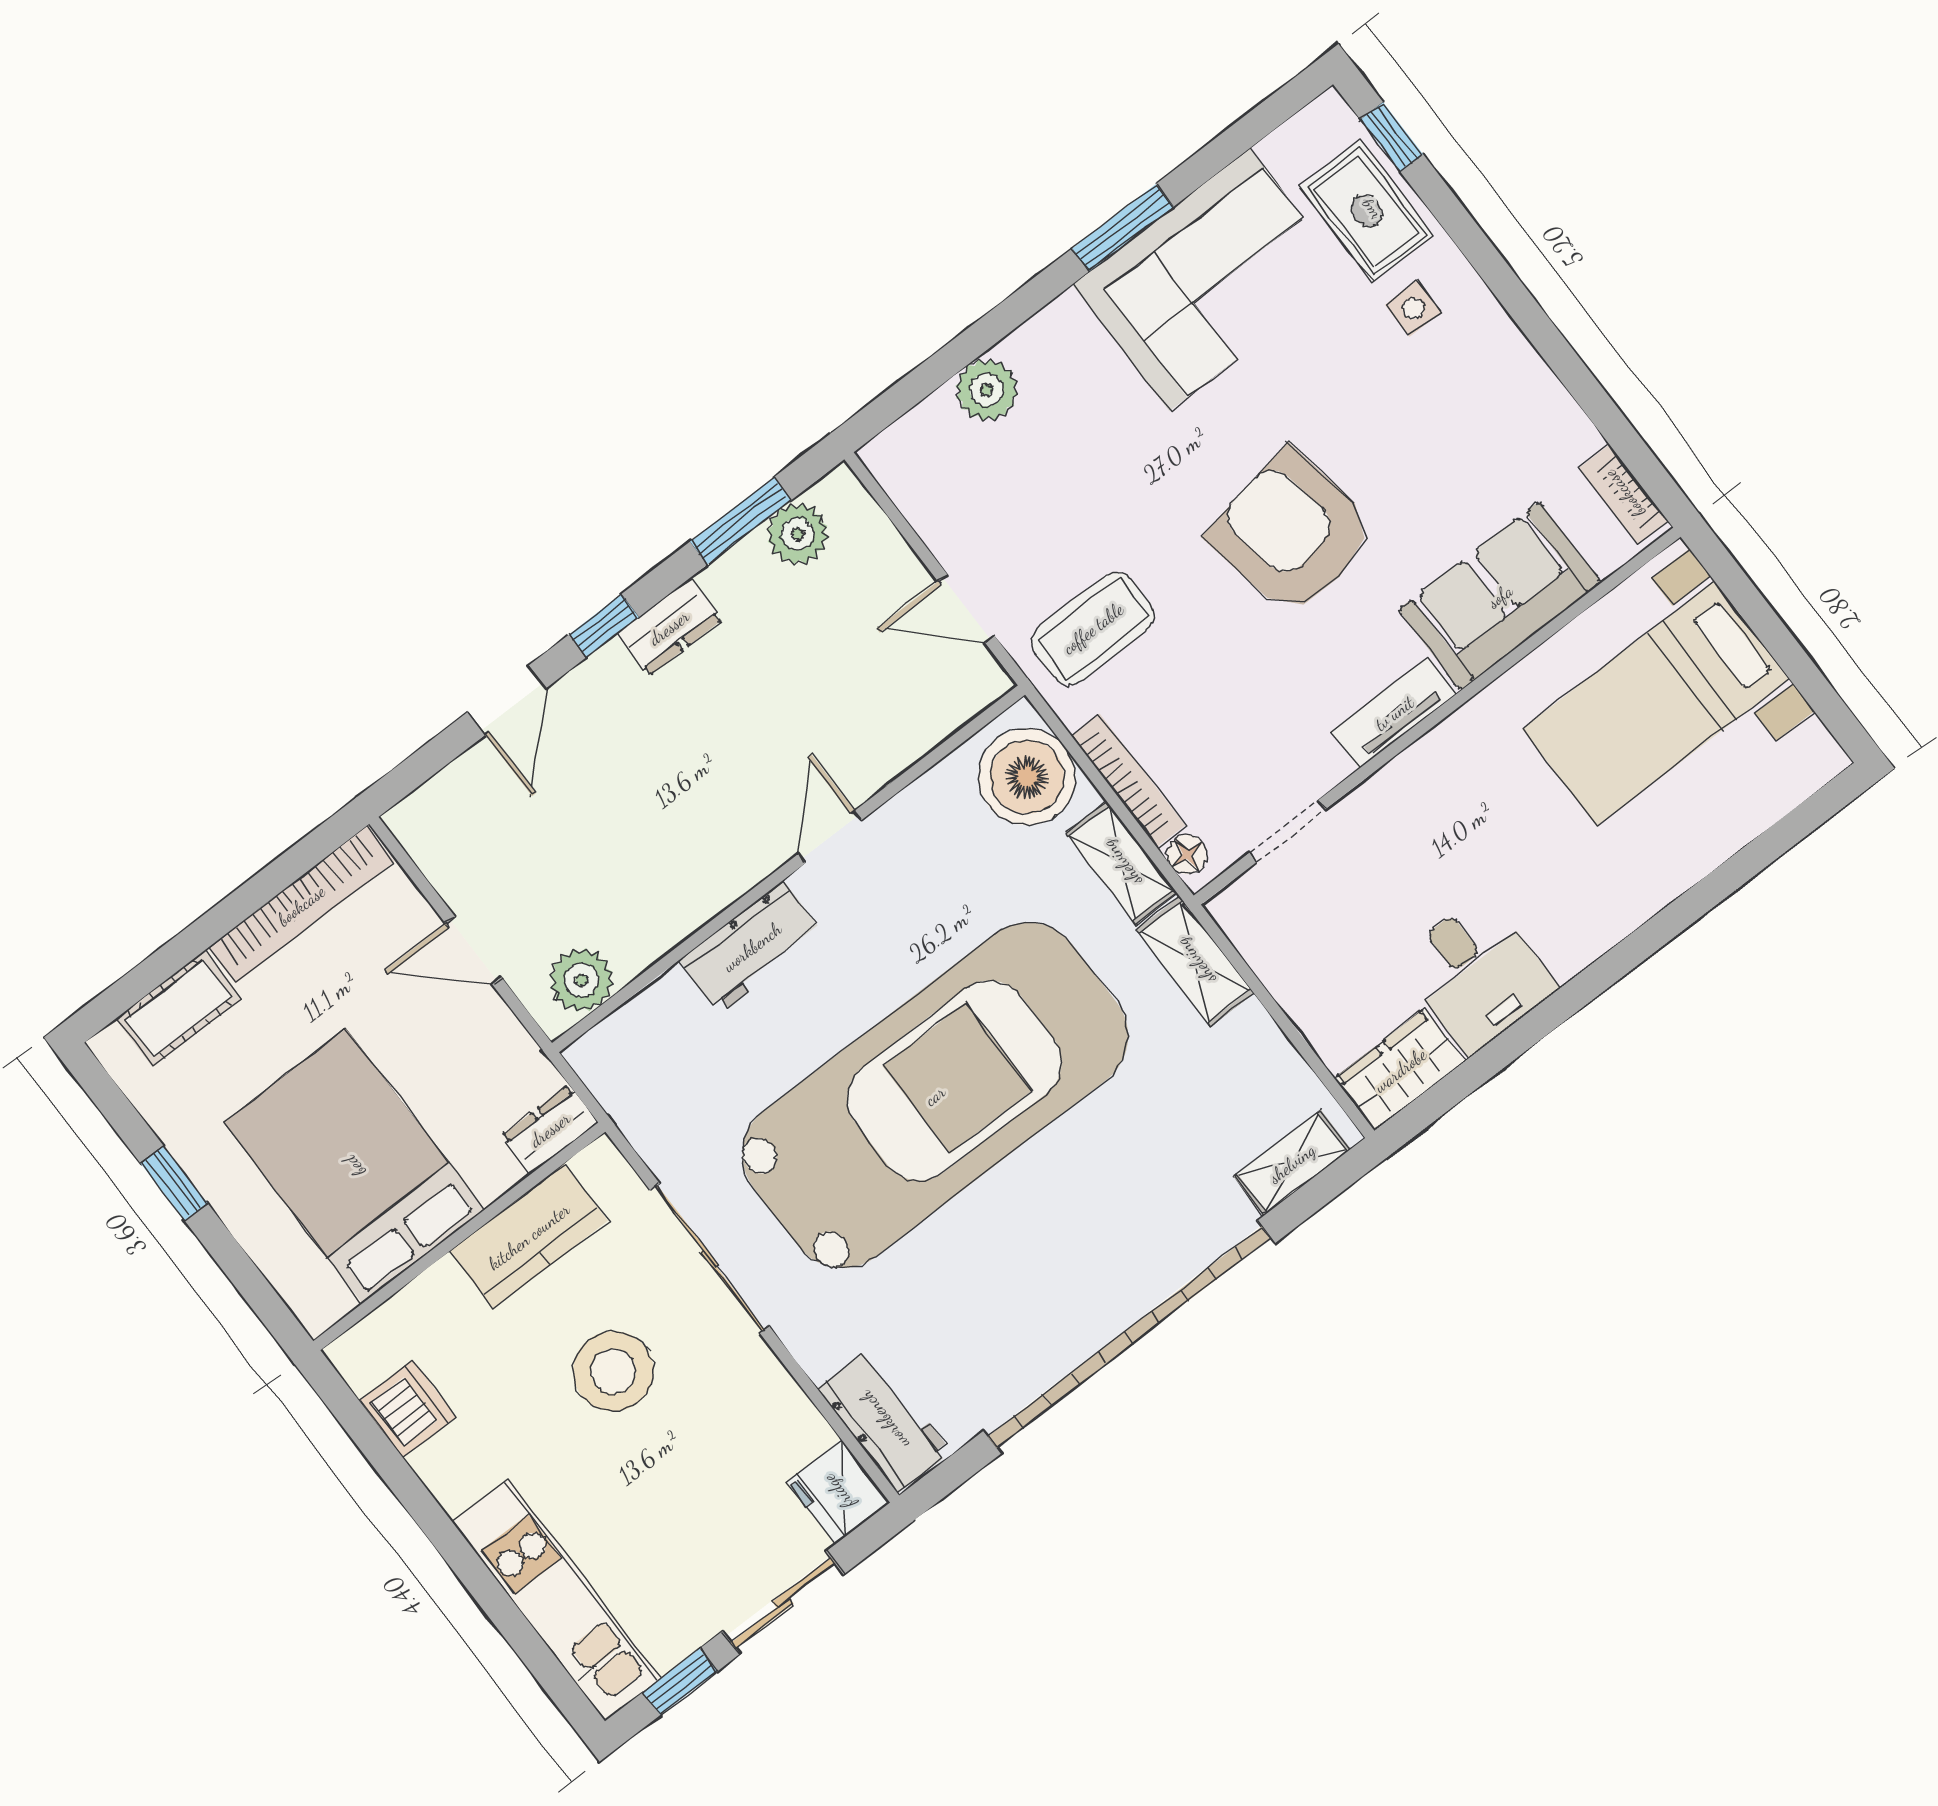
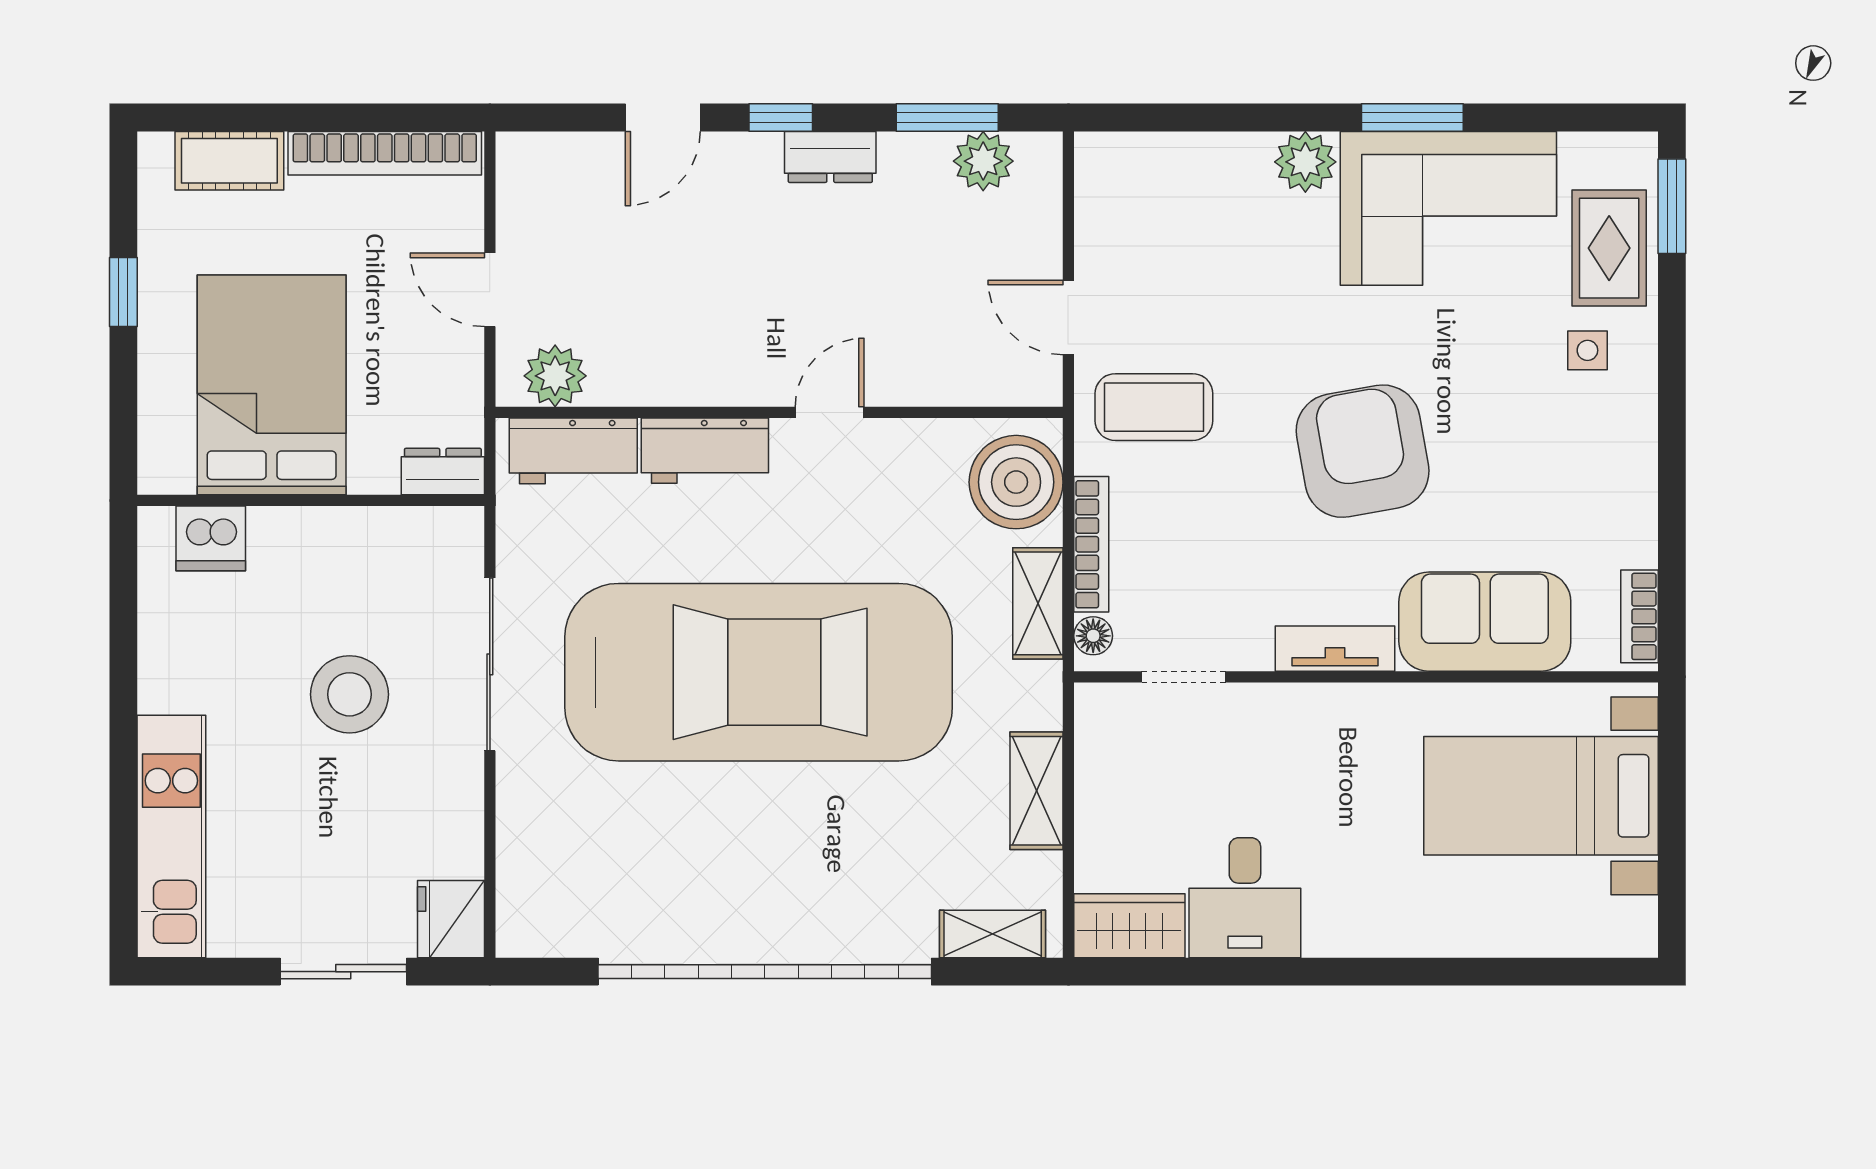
window: (1392, 137) -> (1672, 206), width x1.50
plant: (987, 390) -> (1305, 162), moved
shelving: (1195, 961) -> (1036, 791), moved
kitchen counter: (529, 1236) -> (364, 541), removed
dishwasher: (408, 1409) -> (211, 538), moved, turned 90
workbench: (884, 1420) -> (573, 451), moved, turned 90
window: (680, 1682) -> (218, 972), removed

